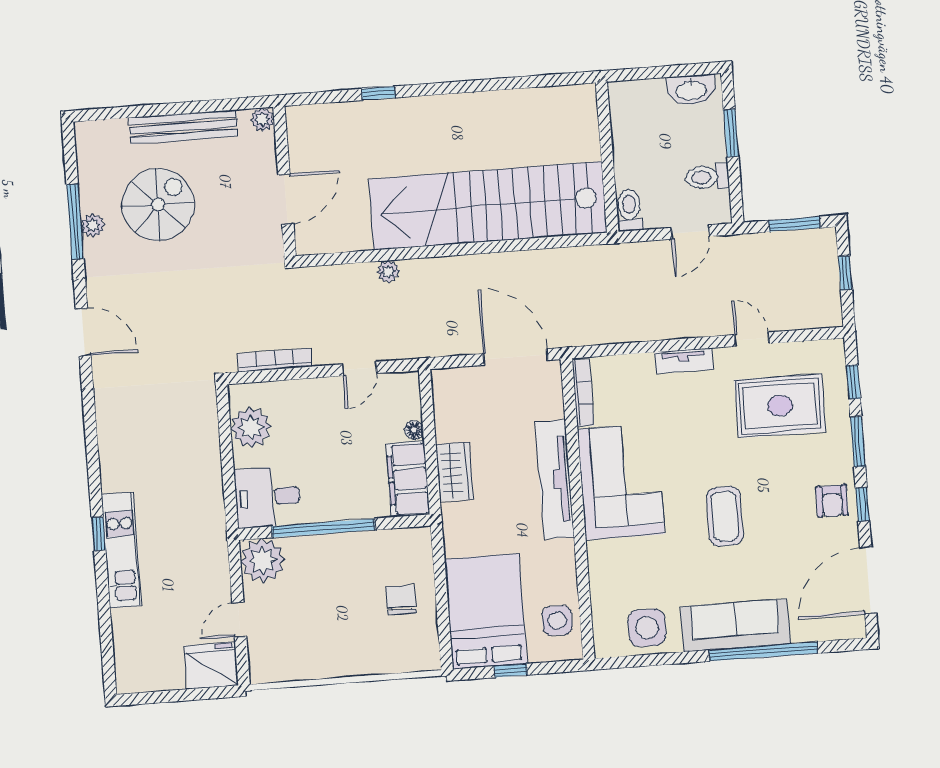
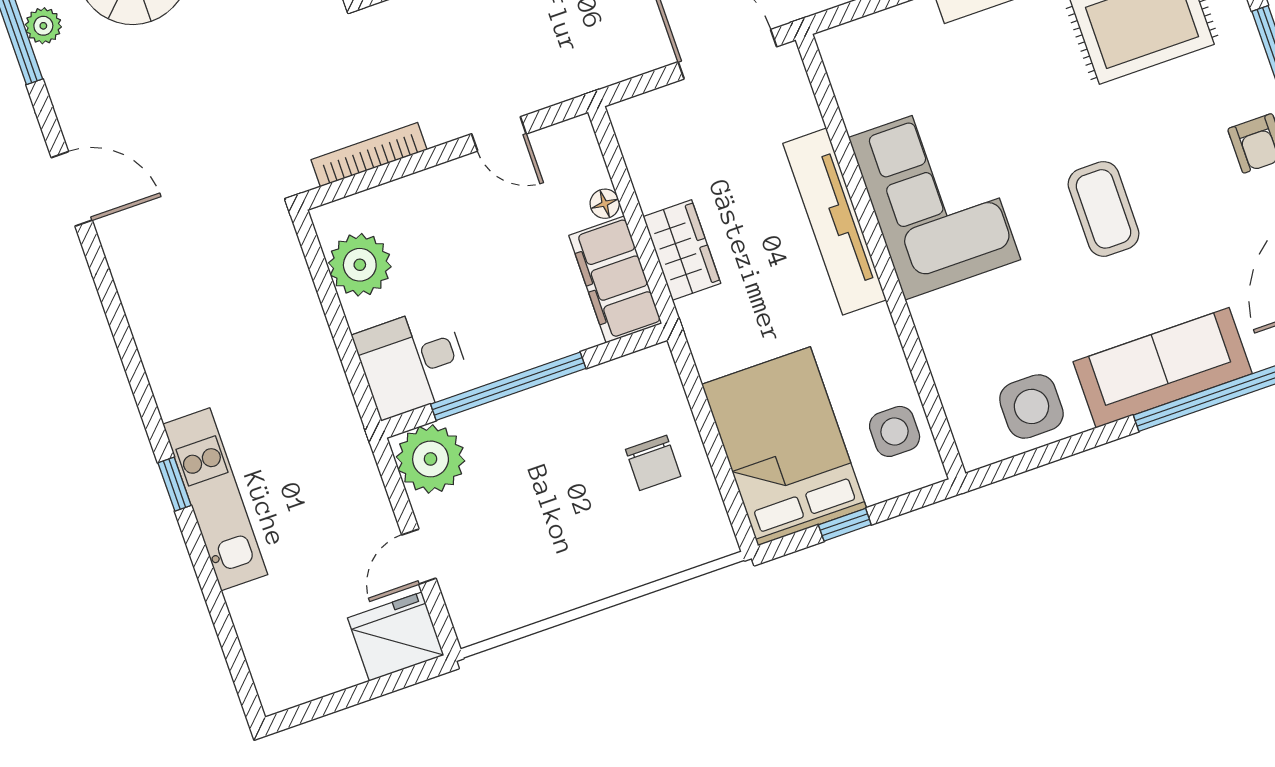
door: (359, 369) -> (499, 134), hinge flipped
bookcase: (583, 393) -> (843, 81), removed
chair: (401, 600) -> (653, 463), turned 180

